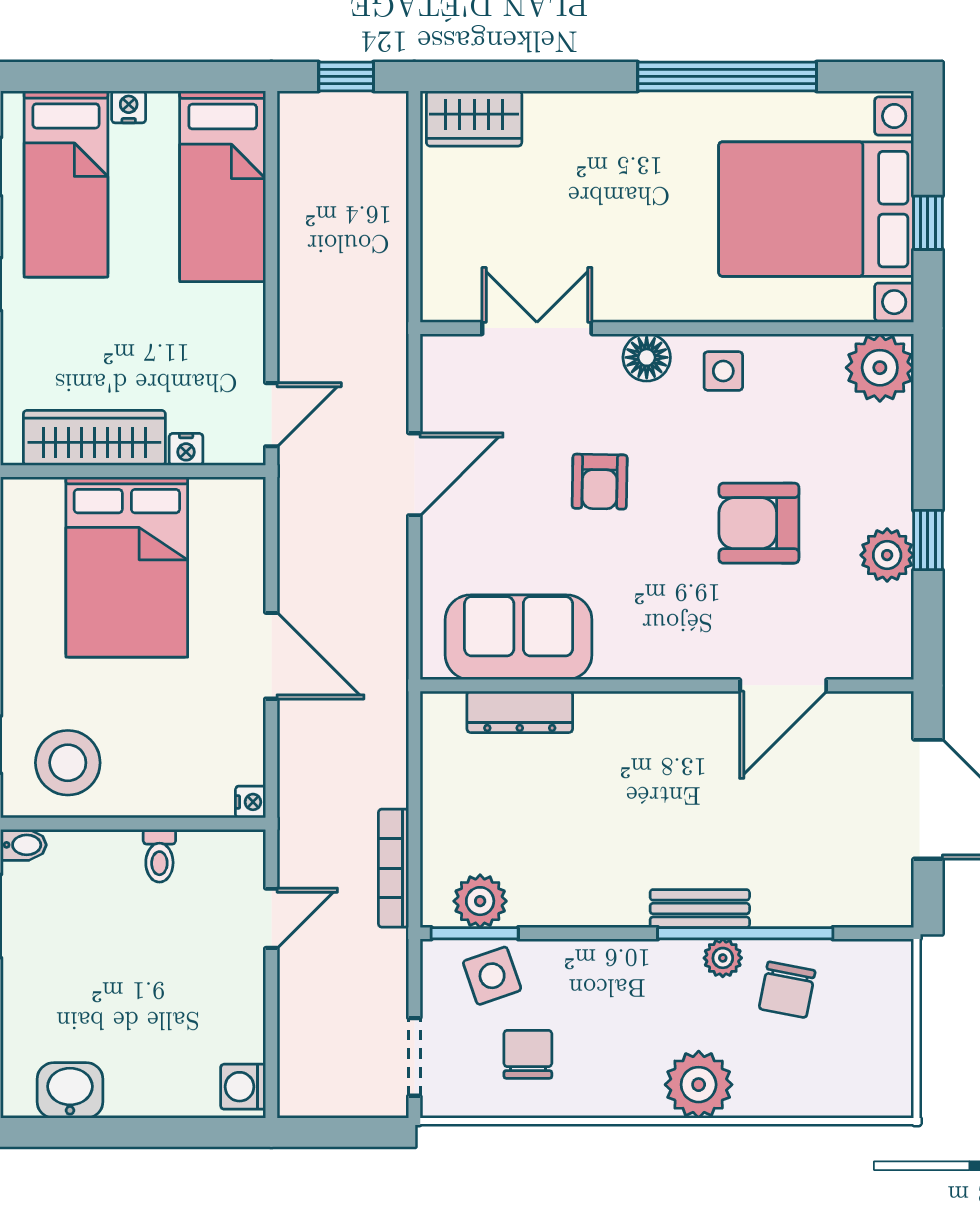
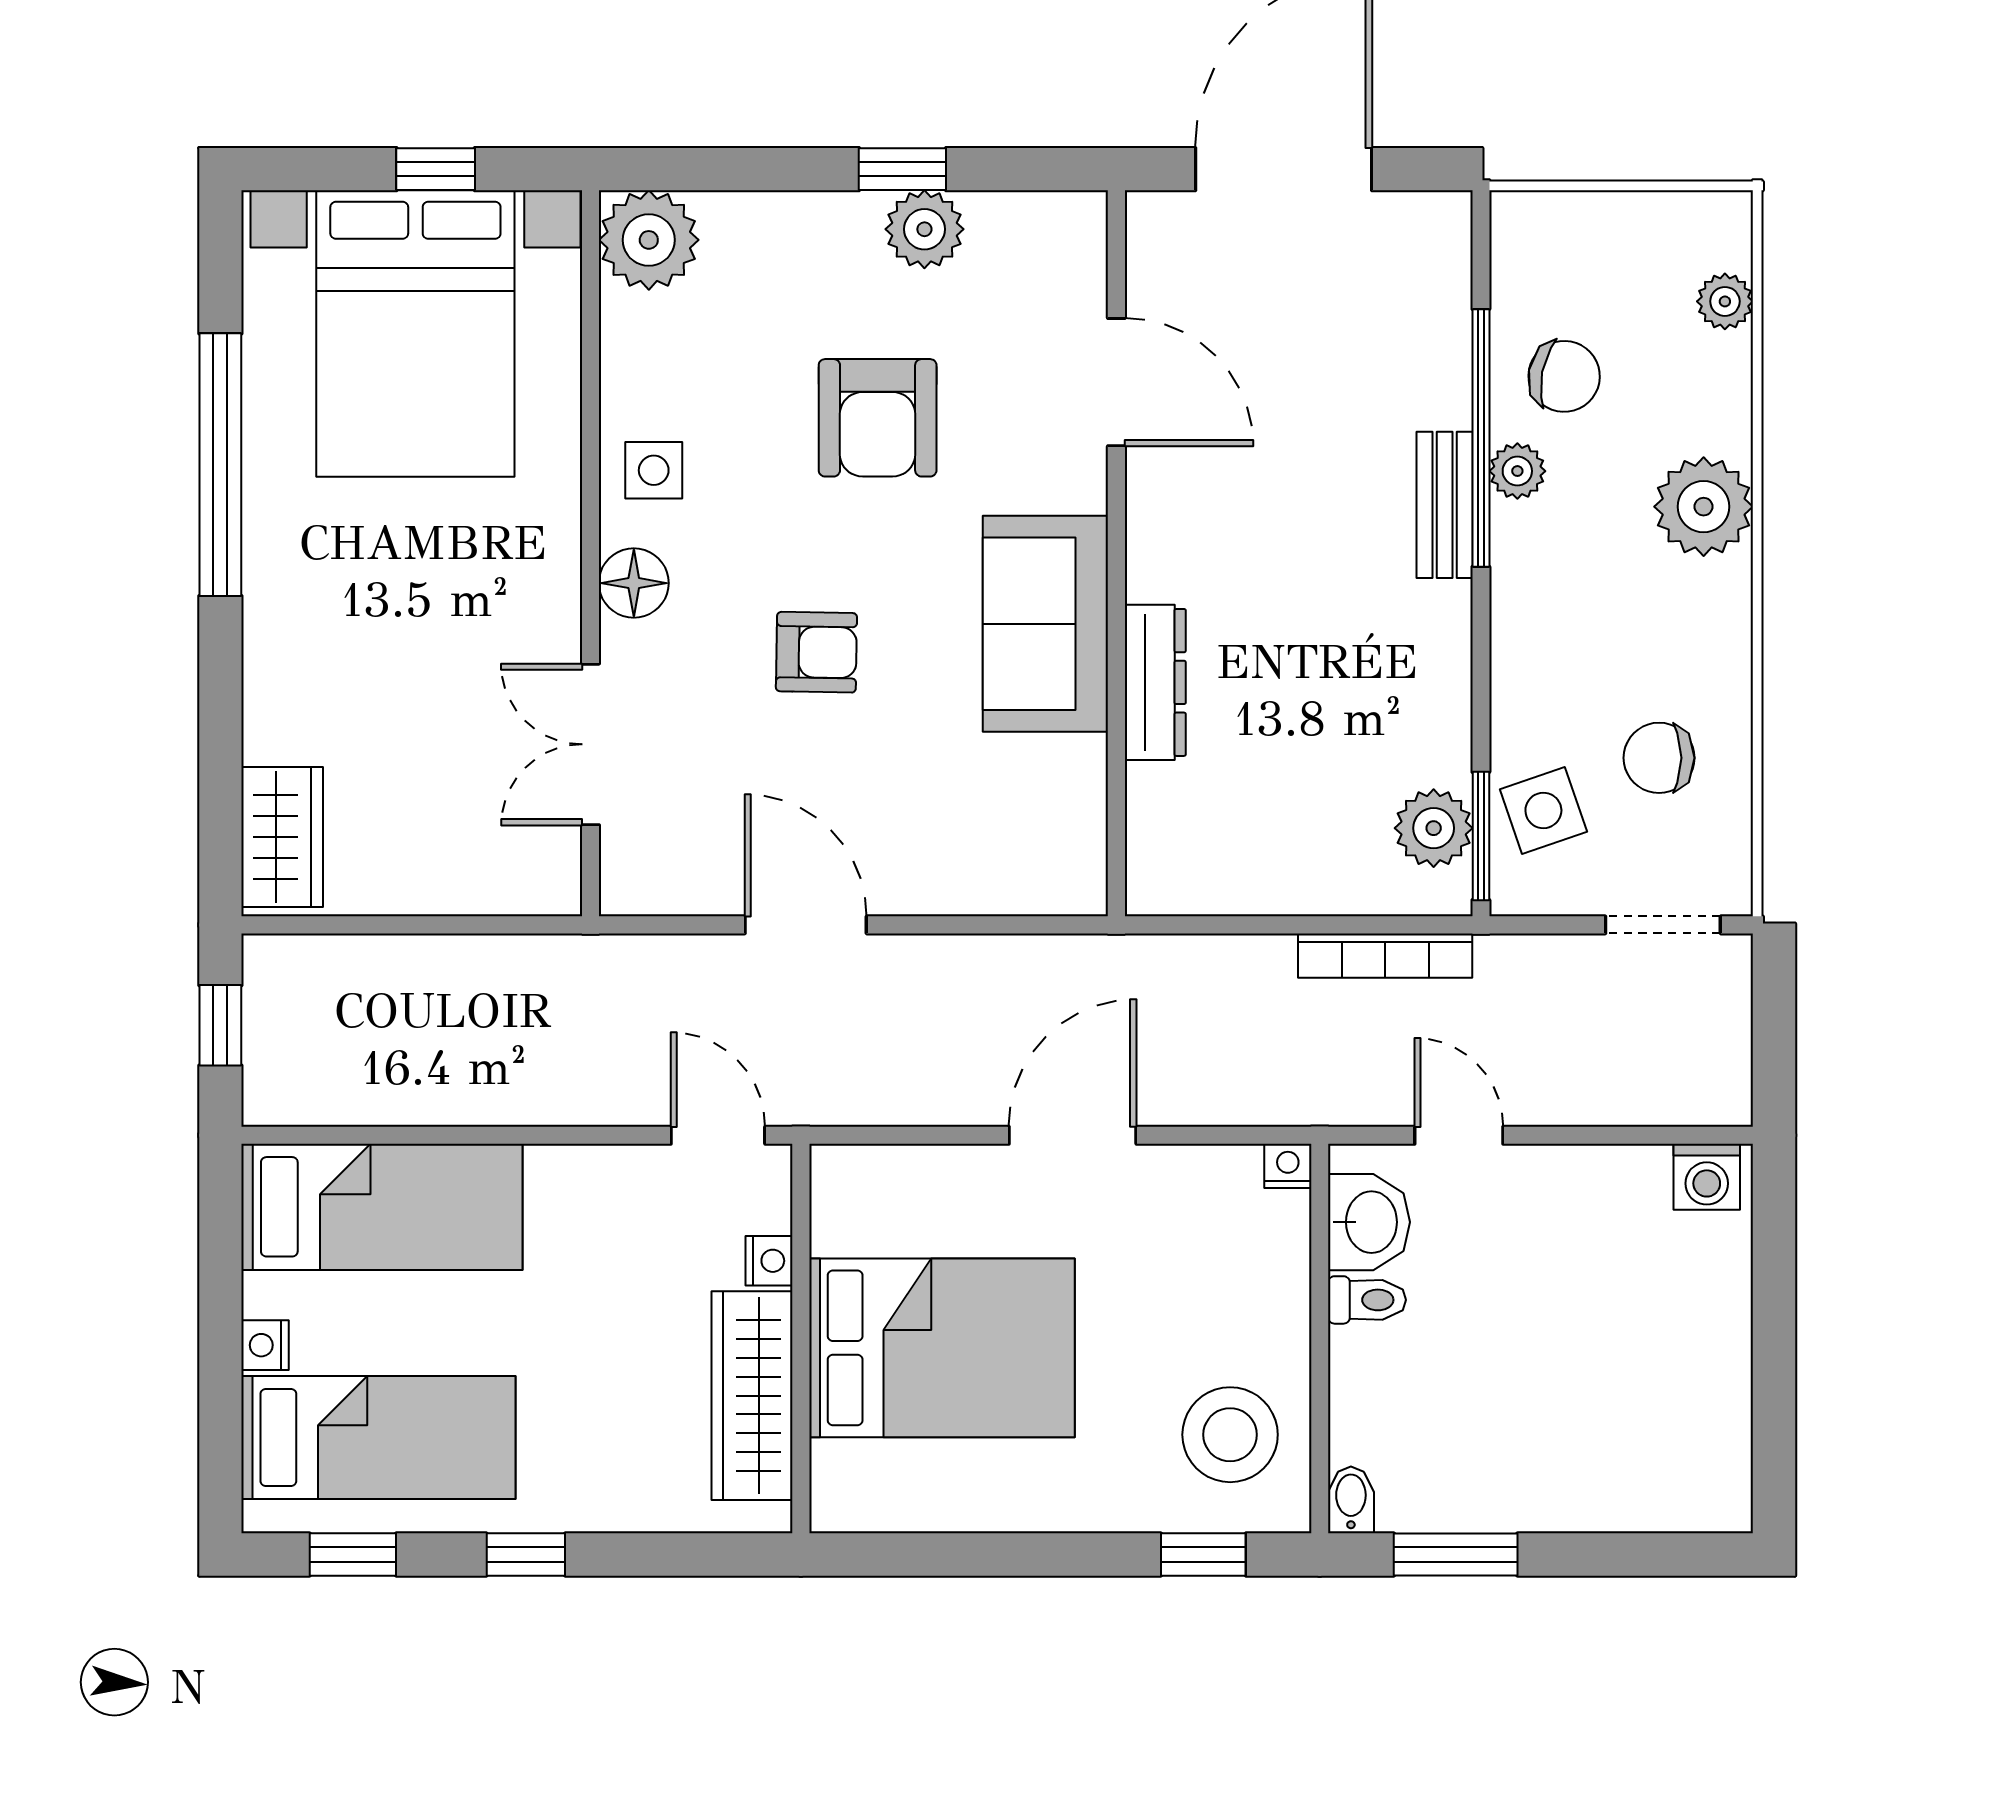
sofa: (519, 637) -> (1045, 624), moved
dresser: (520, 712) -> (1155, 682), moved
washbasin: (70, 1090) -> (1369, 1222), moved, turned 180
plant: (838, 1099) -> (1725, 301), added

